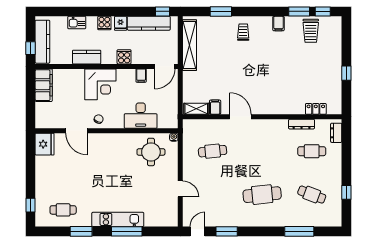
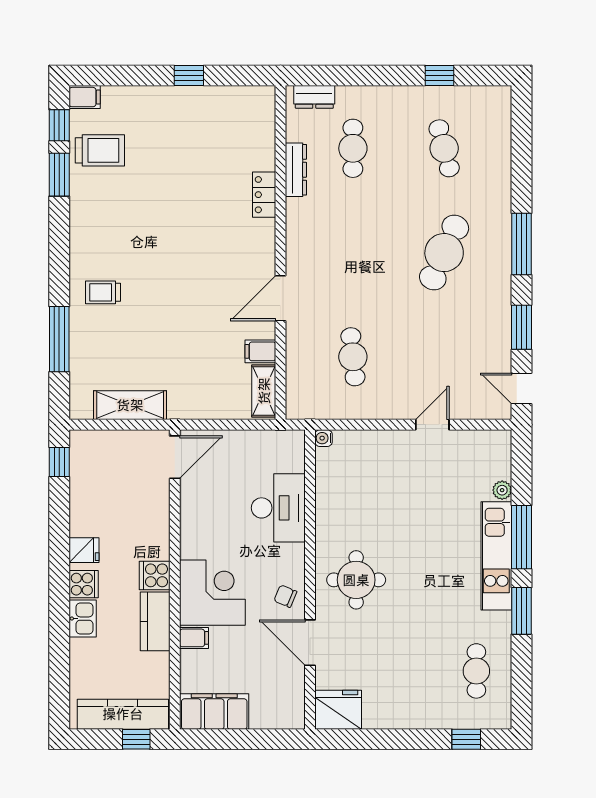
window: (221, 11) -> (59, 339), width x1.44
kitchen sink: (77, 23) -> (83, 619), moved
kitchen counter: (149, 23) -> (84, 491), removed
filing cabinet: (278, 24) -> (85, 97), moved
shelving: (190, 45) -> (130, 405), width x0.68
cooker: (124, 57) -> (155, 575), moved
door: (165, 66) -> (175, 457), hinge flipped
filing cabinet: (141, 76) -> (194, 638), moved
locker: (316, 109) -> (264, 195), moved
door: (77, 131) -> (310, 643), swing flipped
round table: (151, 152) -> (356, 580), moved
cafe table: (262, 195) -> (444, 253), turned 30
cafe table: (312, 195) -> (444, 148), turned -36
plant: (149, 222) -> (502, 490), added
window: (81, 231) -> (521, 611), moved
window: (299, 231) -> (521, 244), moved

